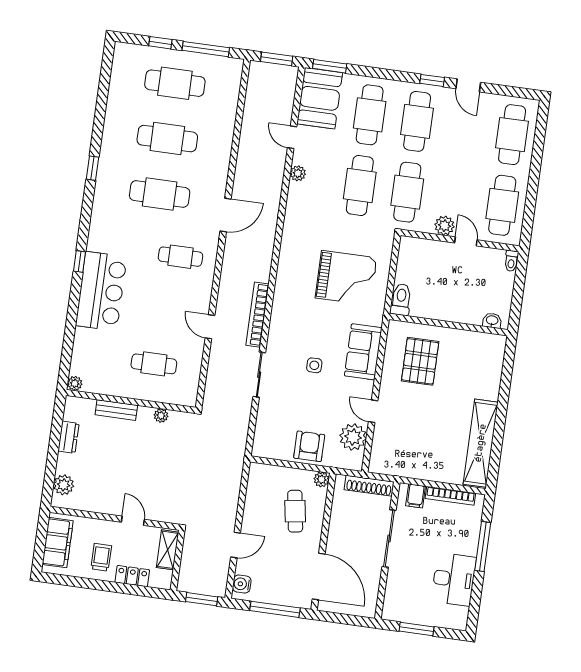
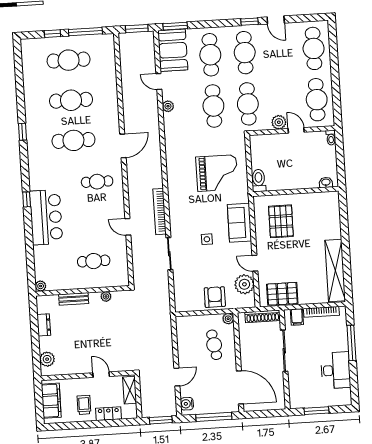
pallet: (402, 460) -> (282, 294), added

